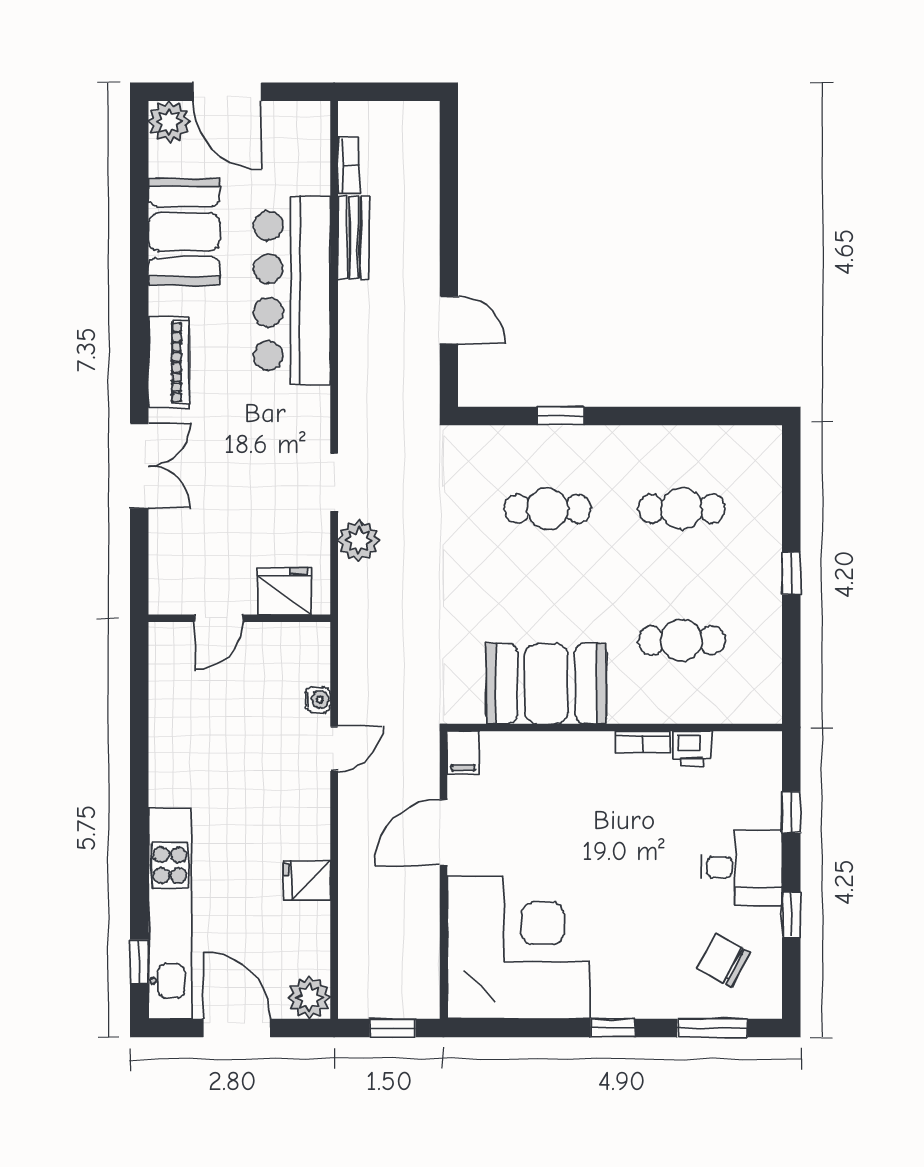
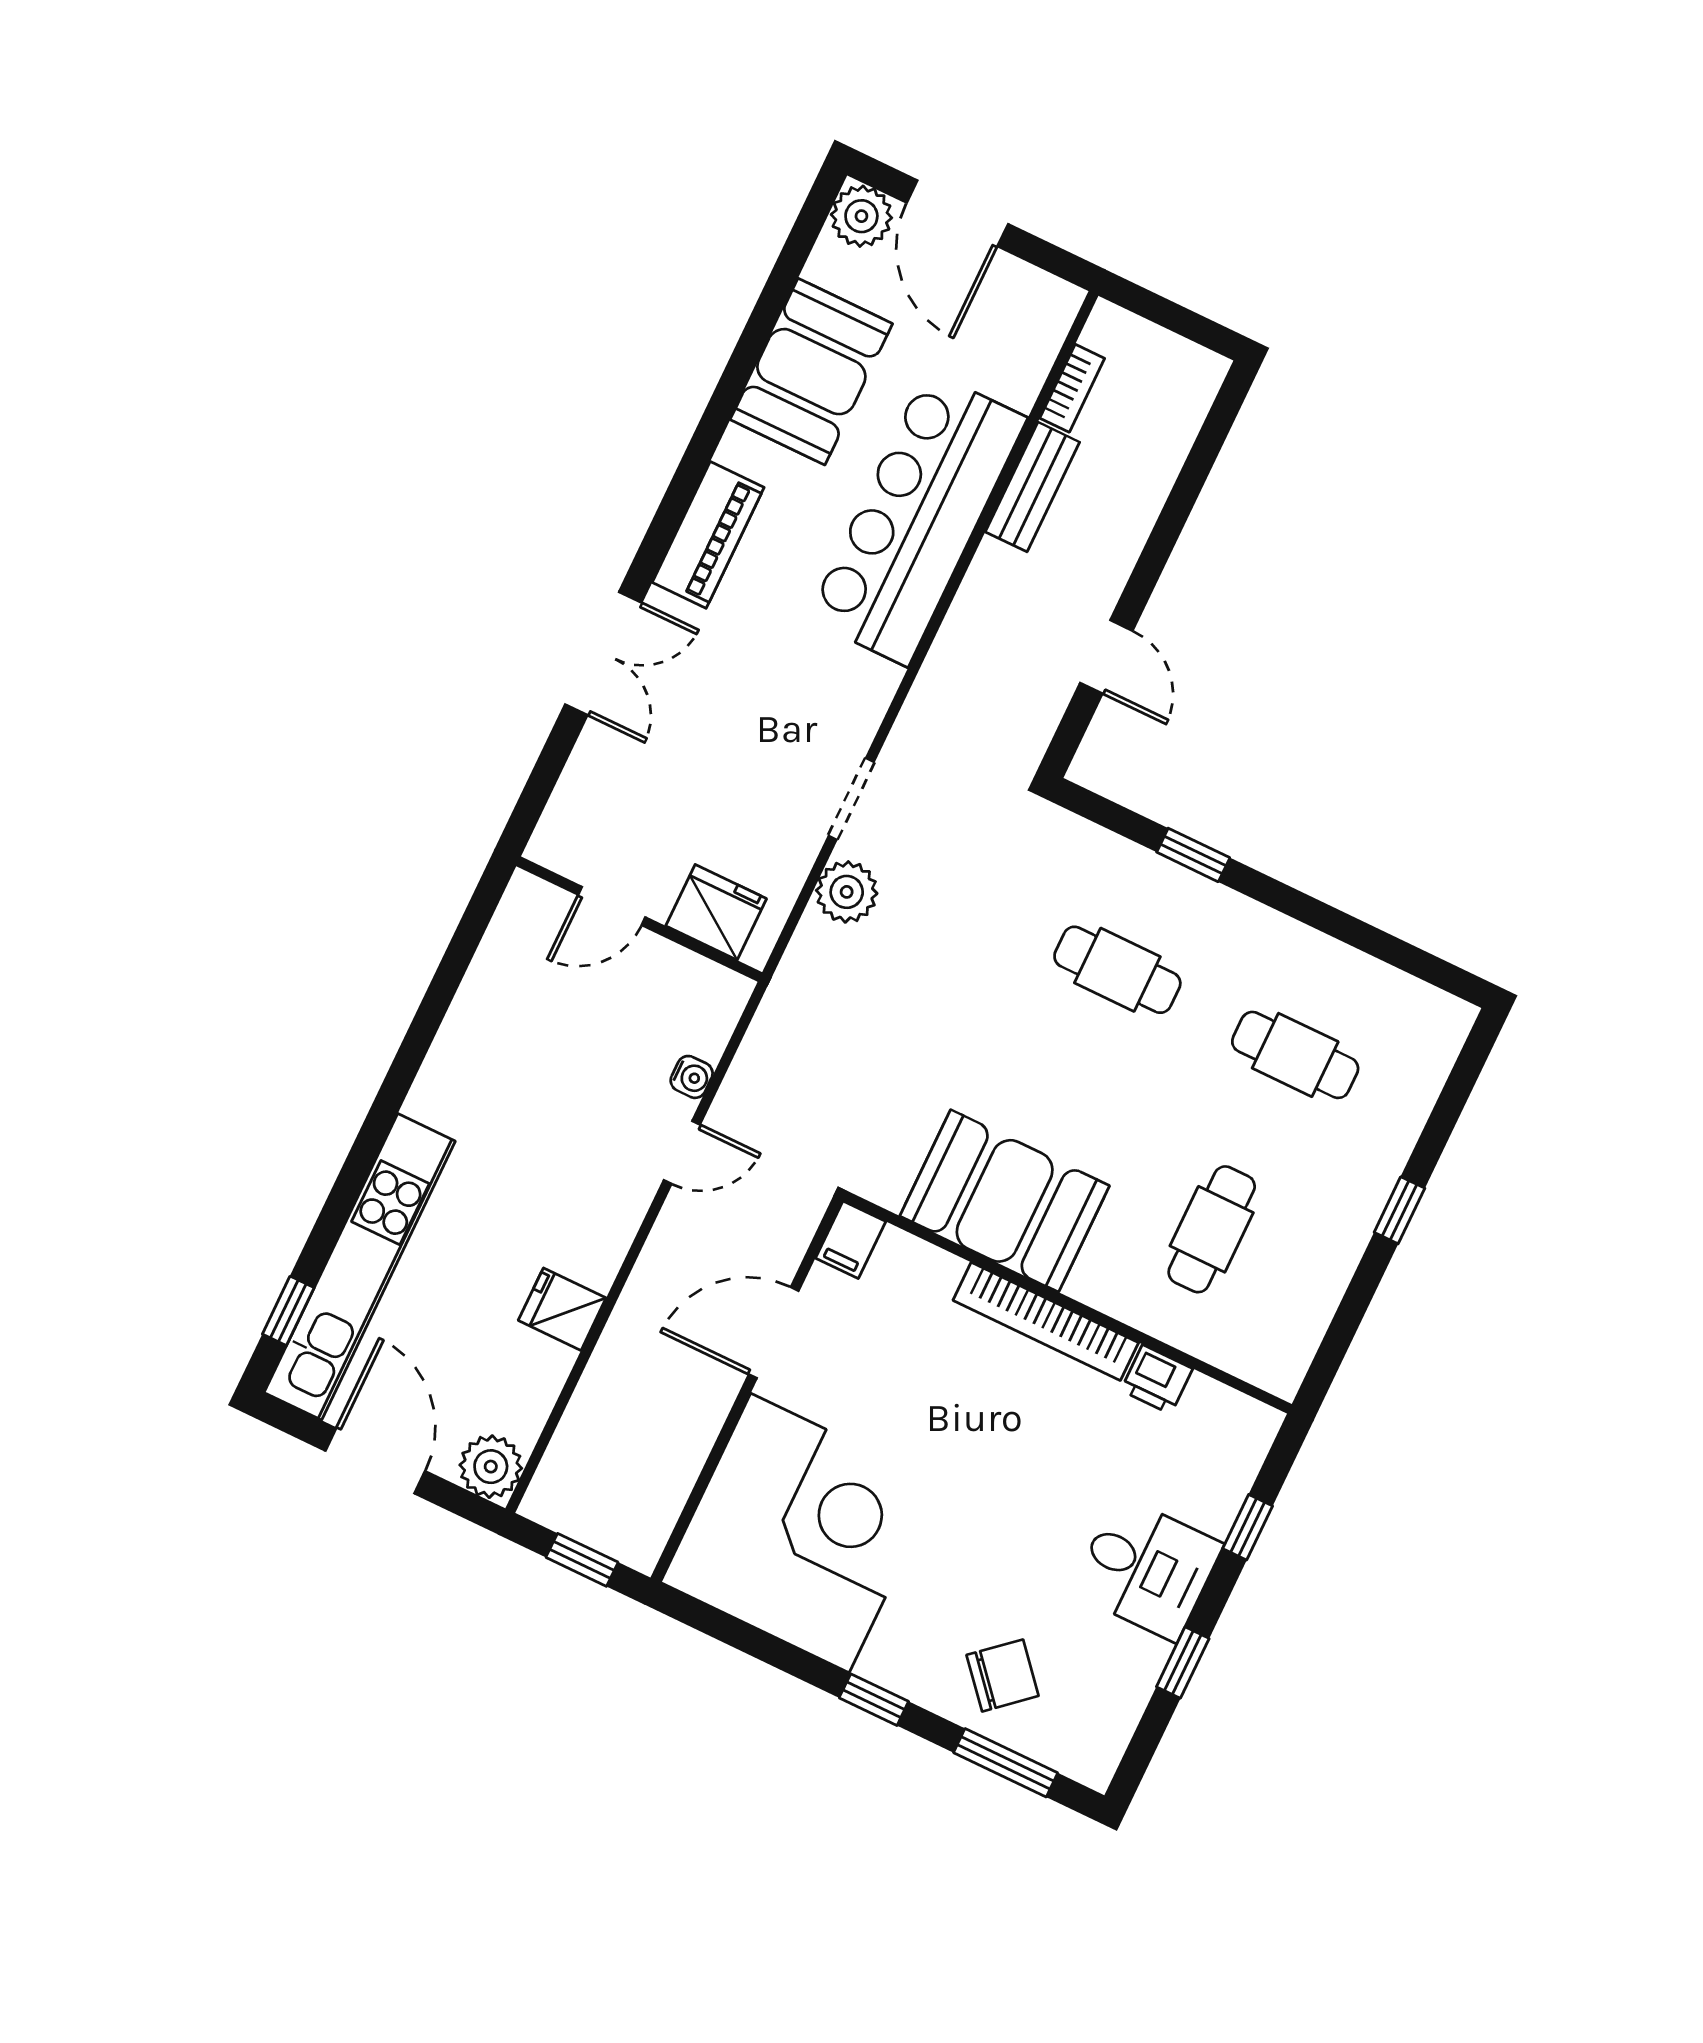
cafe table: (682, 640) -> (1212, 1229), turned 90
bookcase: (643, 742) -> (1046, 1321), width x2.31, depth x1.31
chair: (723, 960) -> (1003, 1675), moved, turned 110

